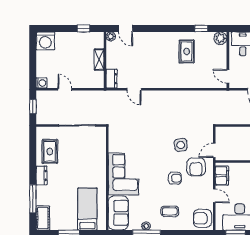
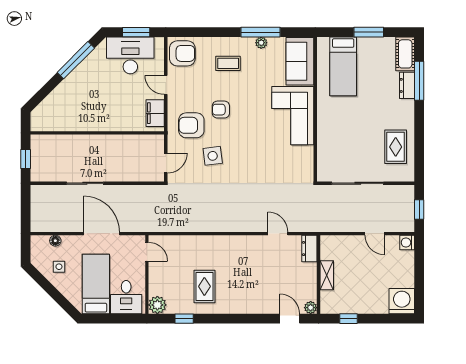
door: (214, 150) -> (166, 163), moved
armchair: (196, 167) -> (191, 125), turned -90
dresser: (42, 175) -> (407, 85), moved

